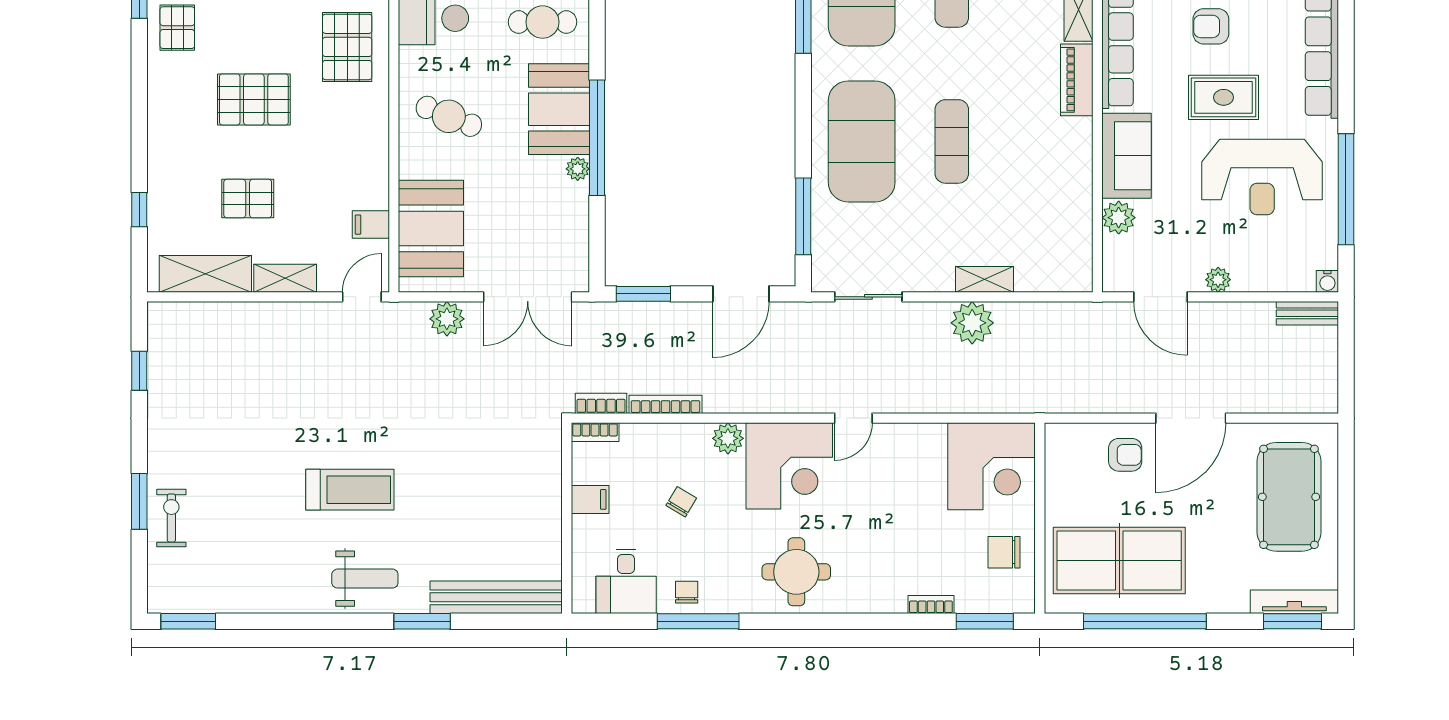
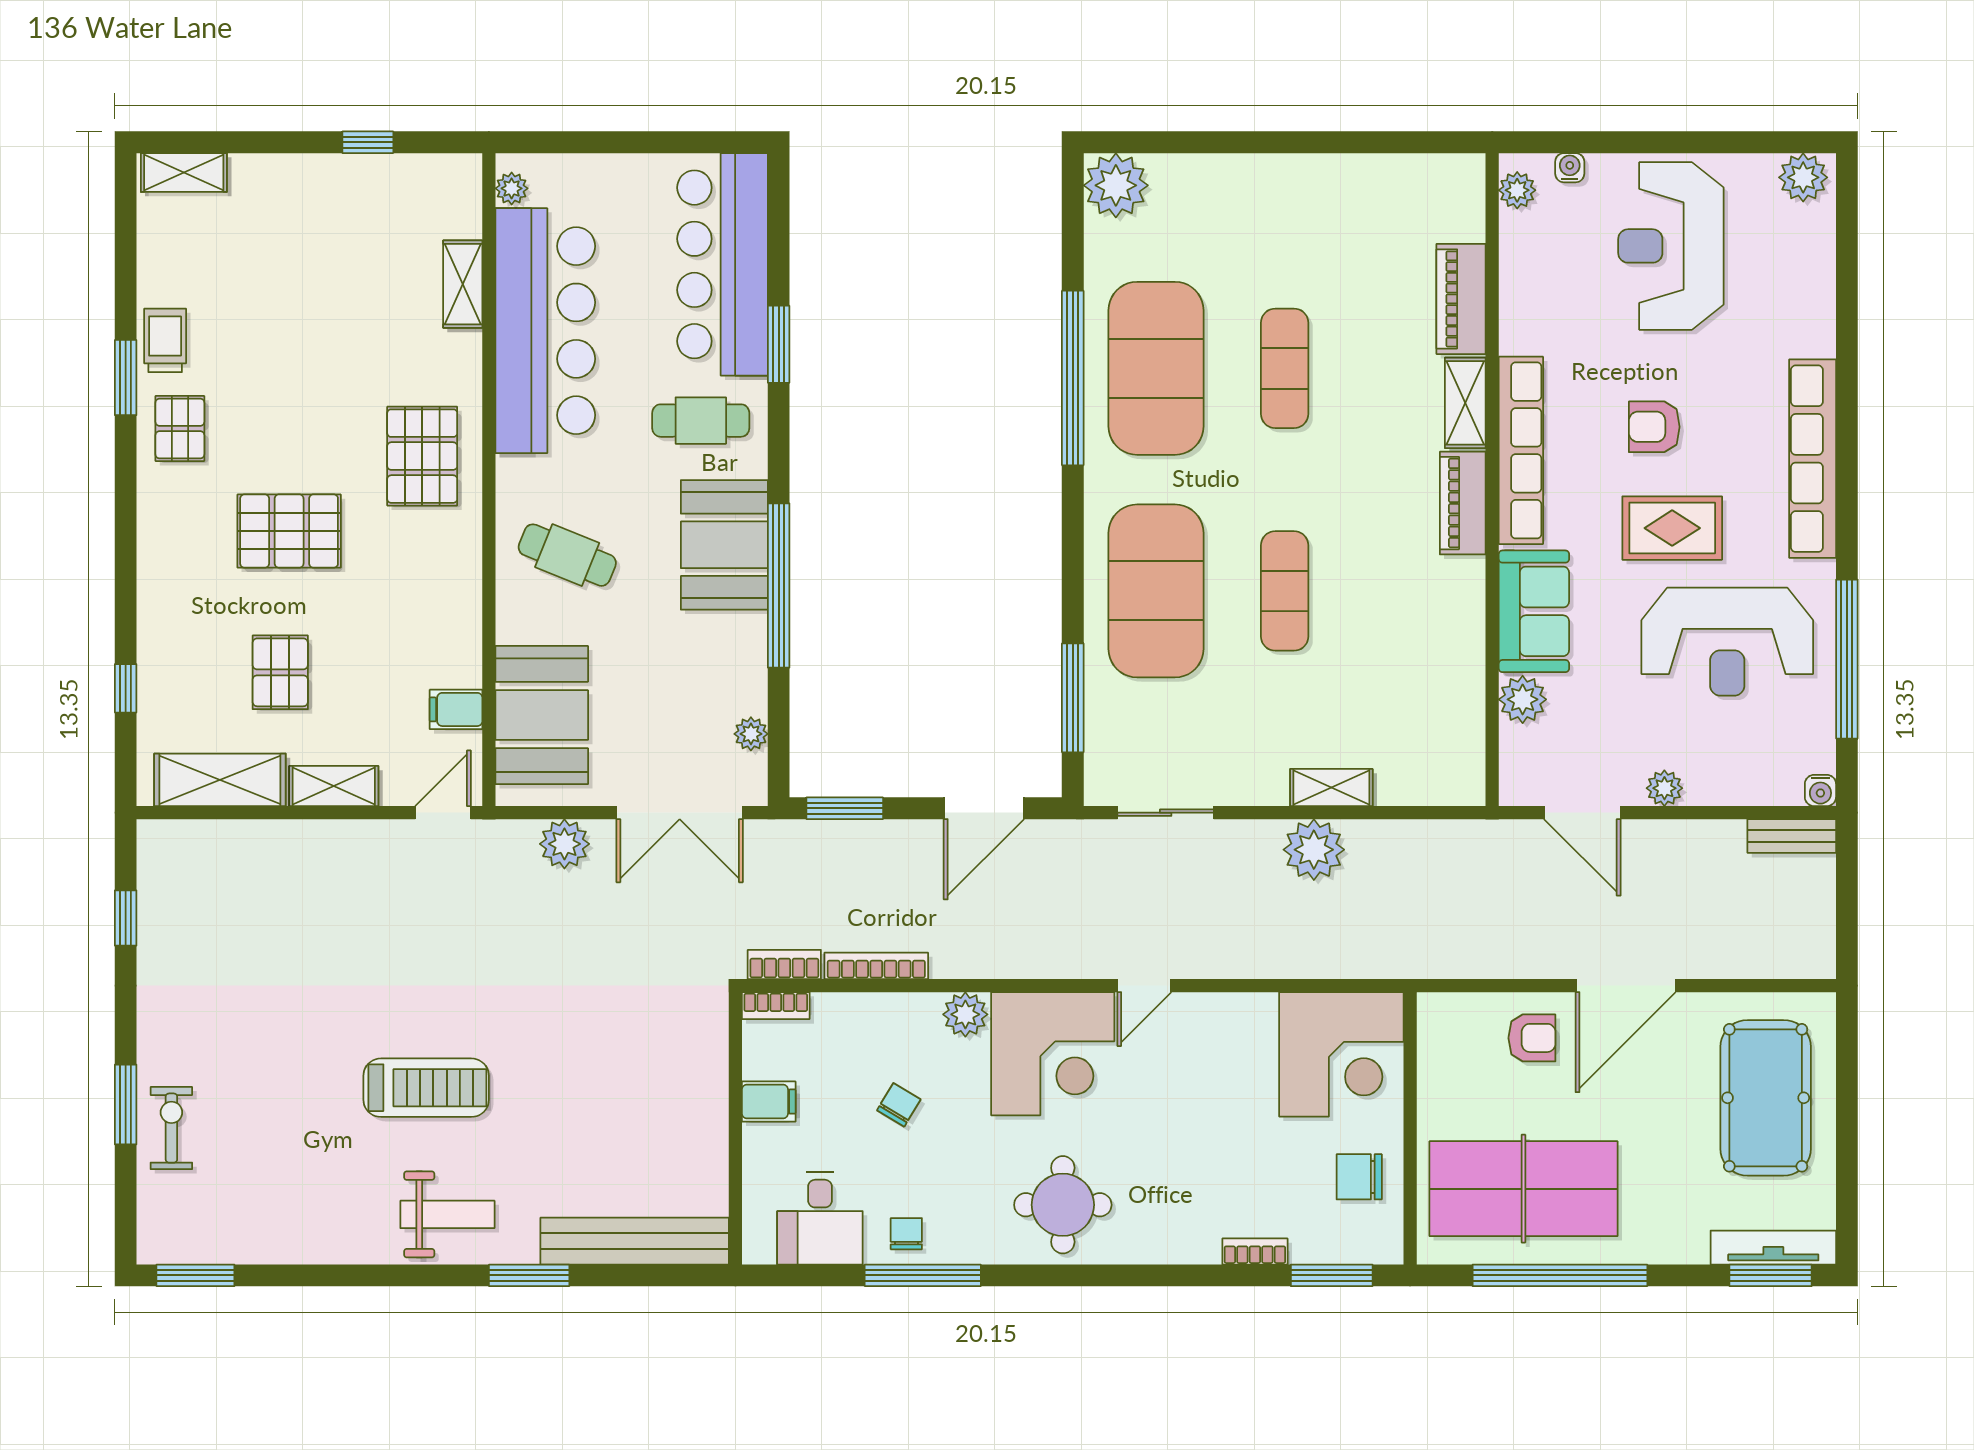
plant: (578, 169) -> (751, 734), moved
pallet: (248, 199) -> (280, 672), turned 90

